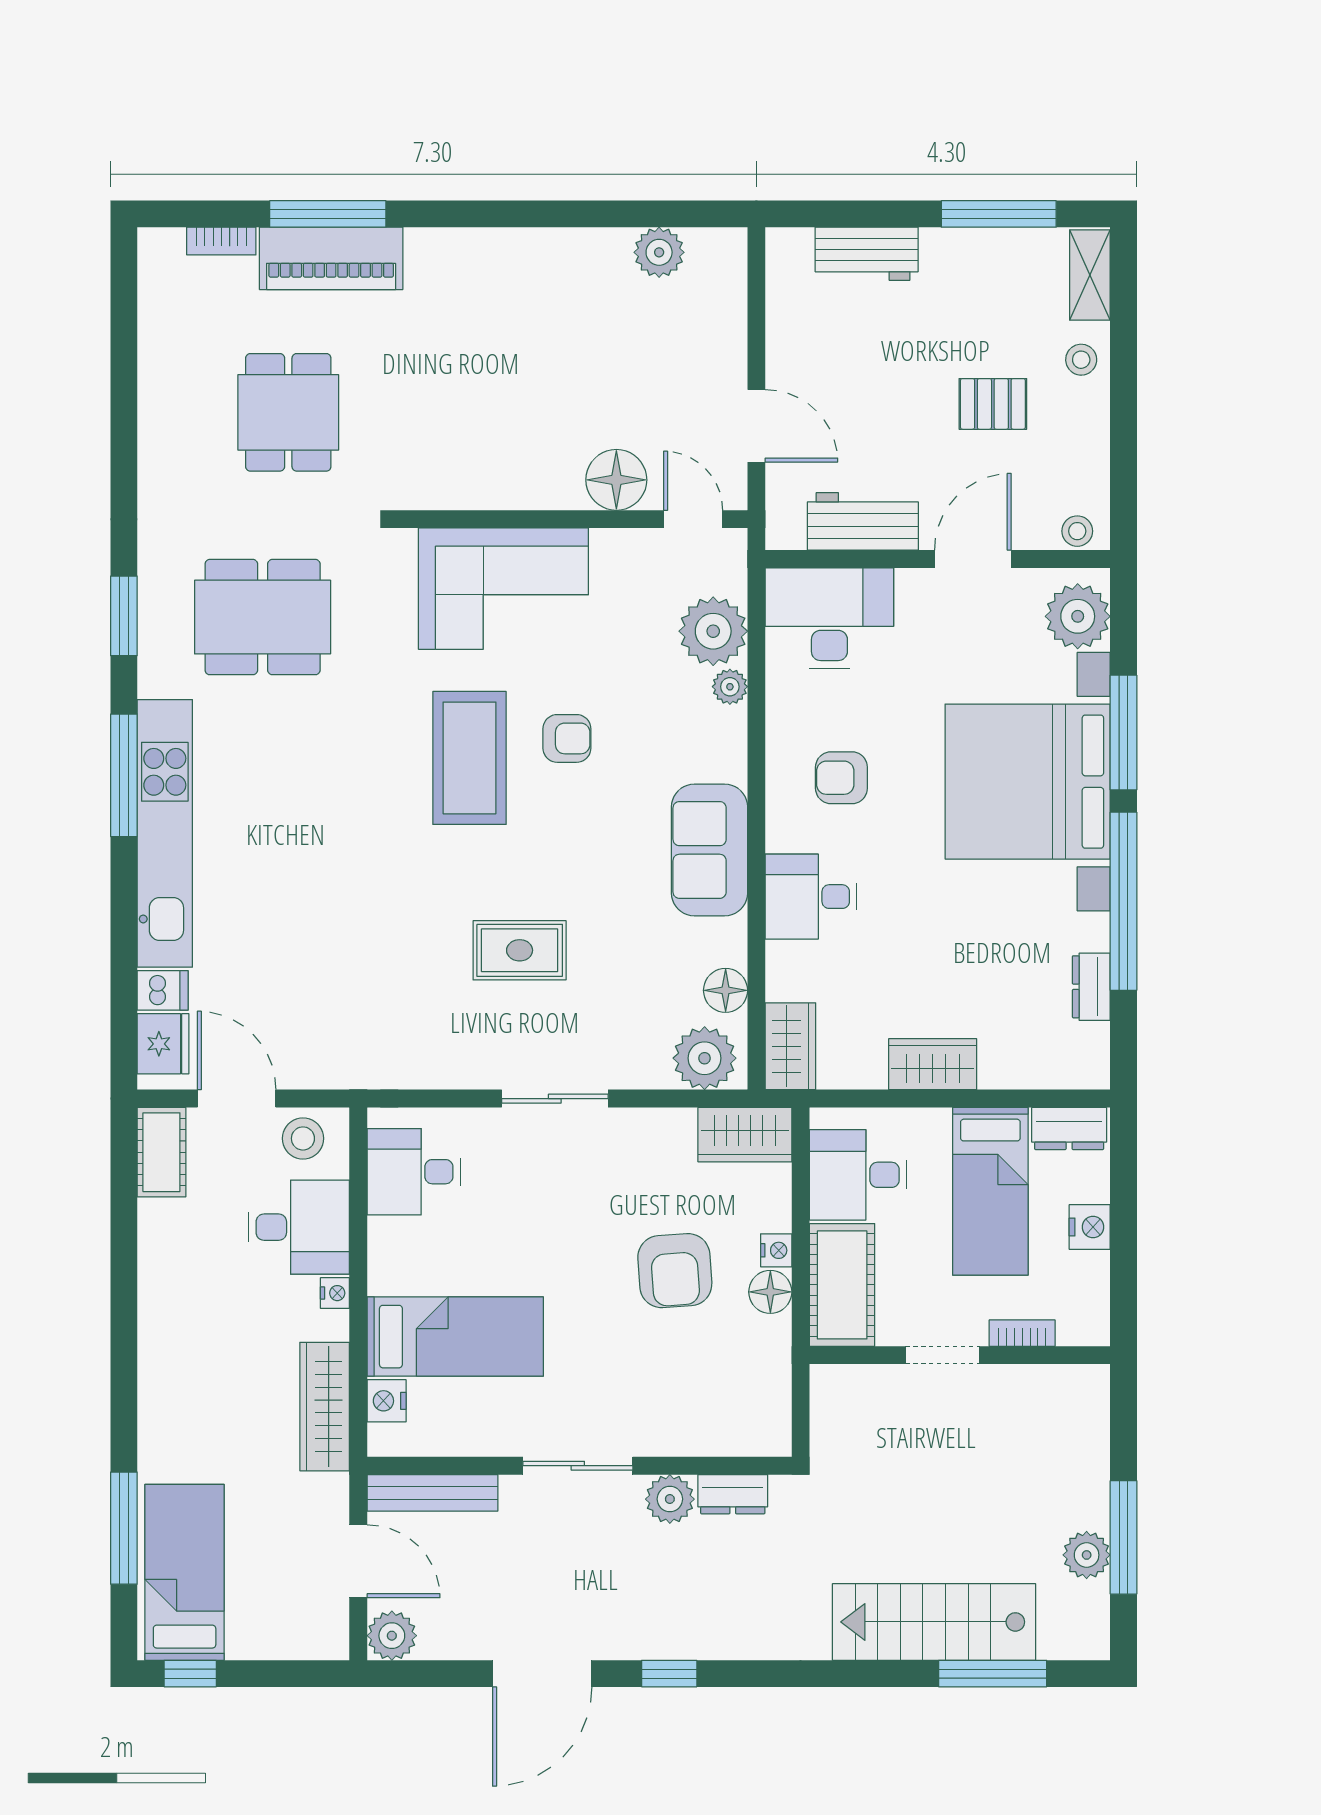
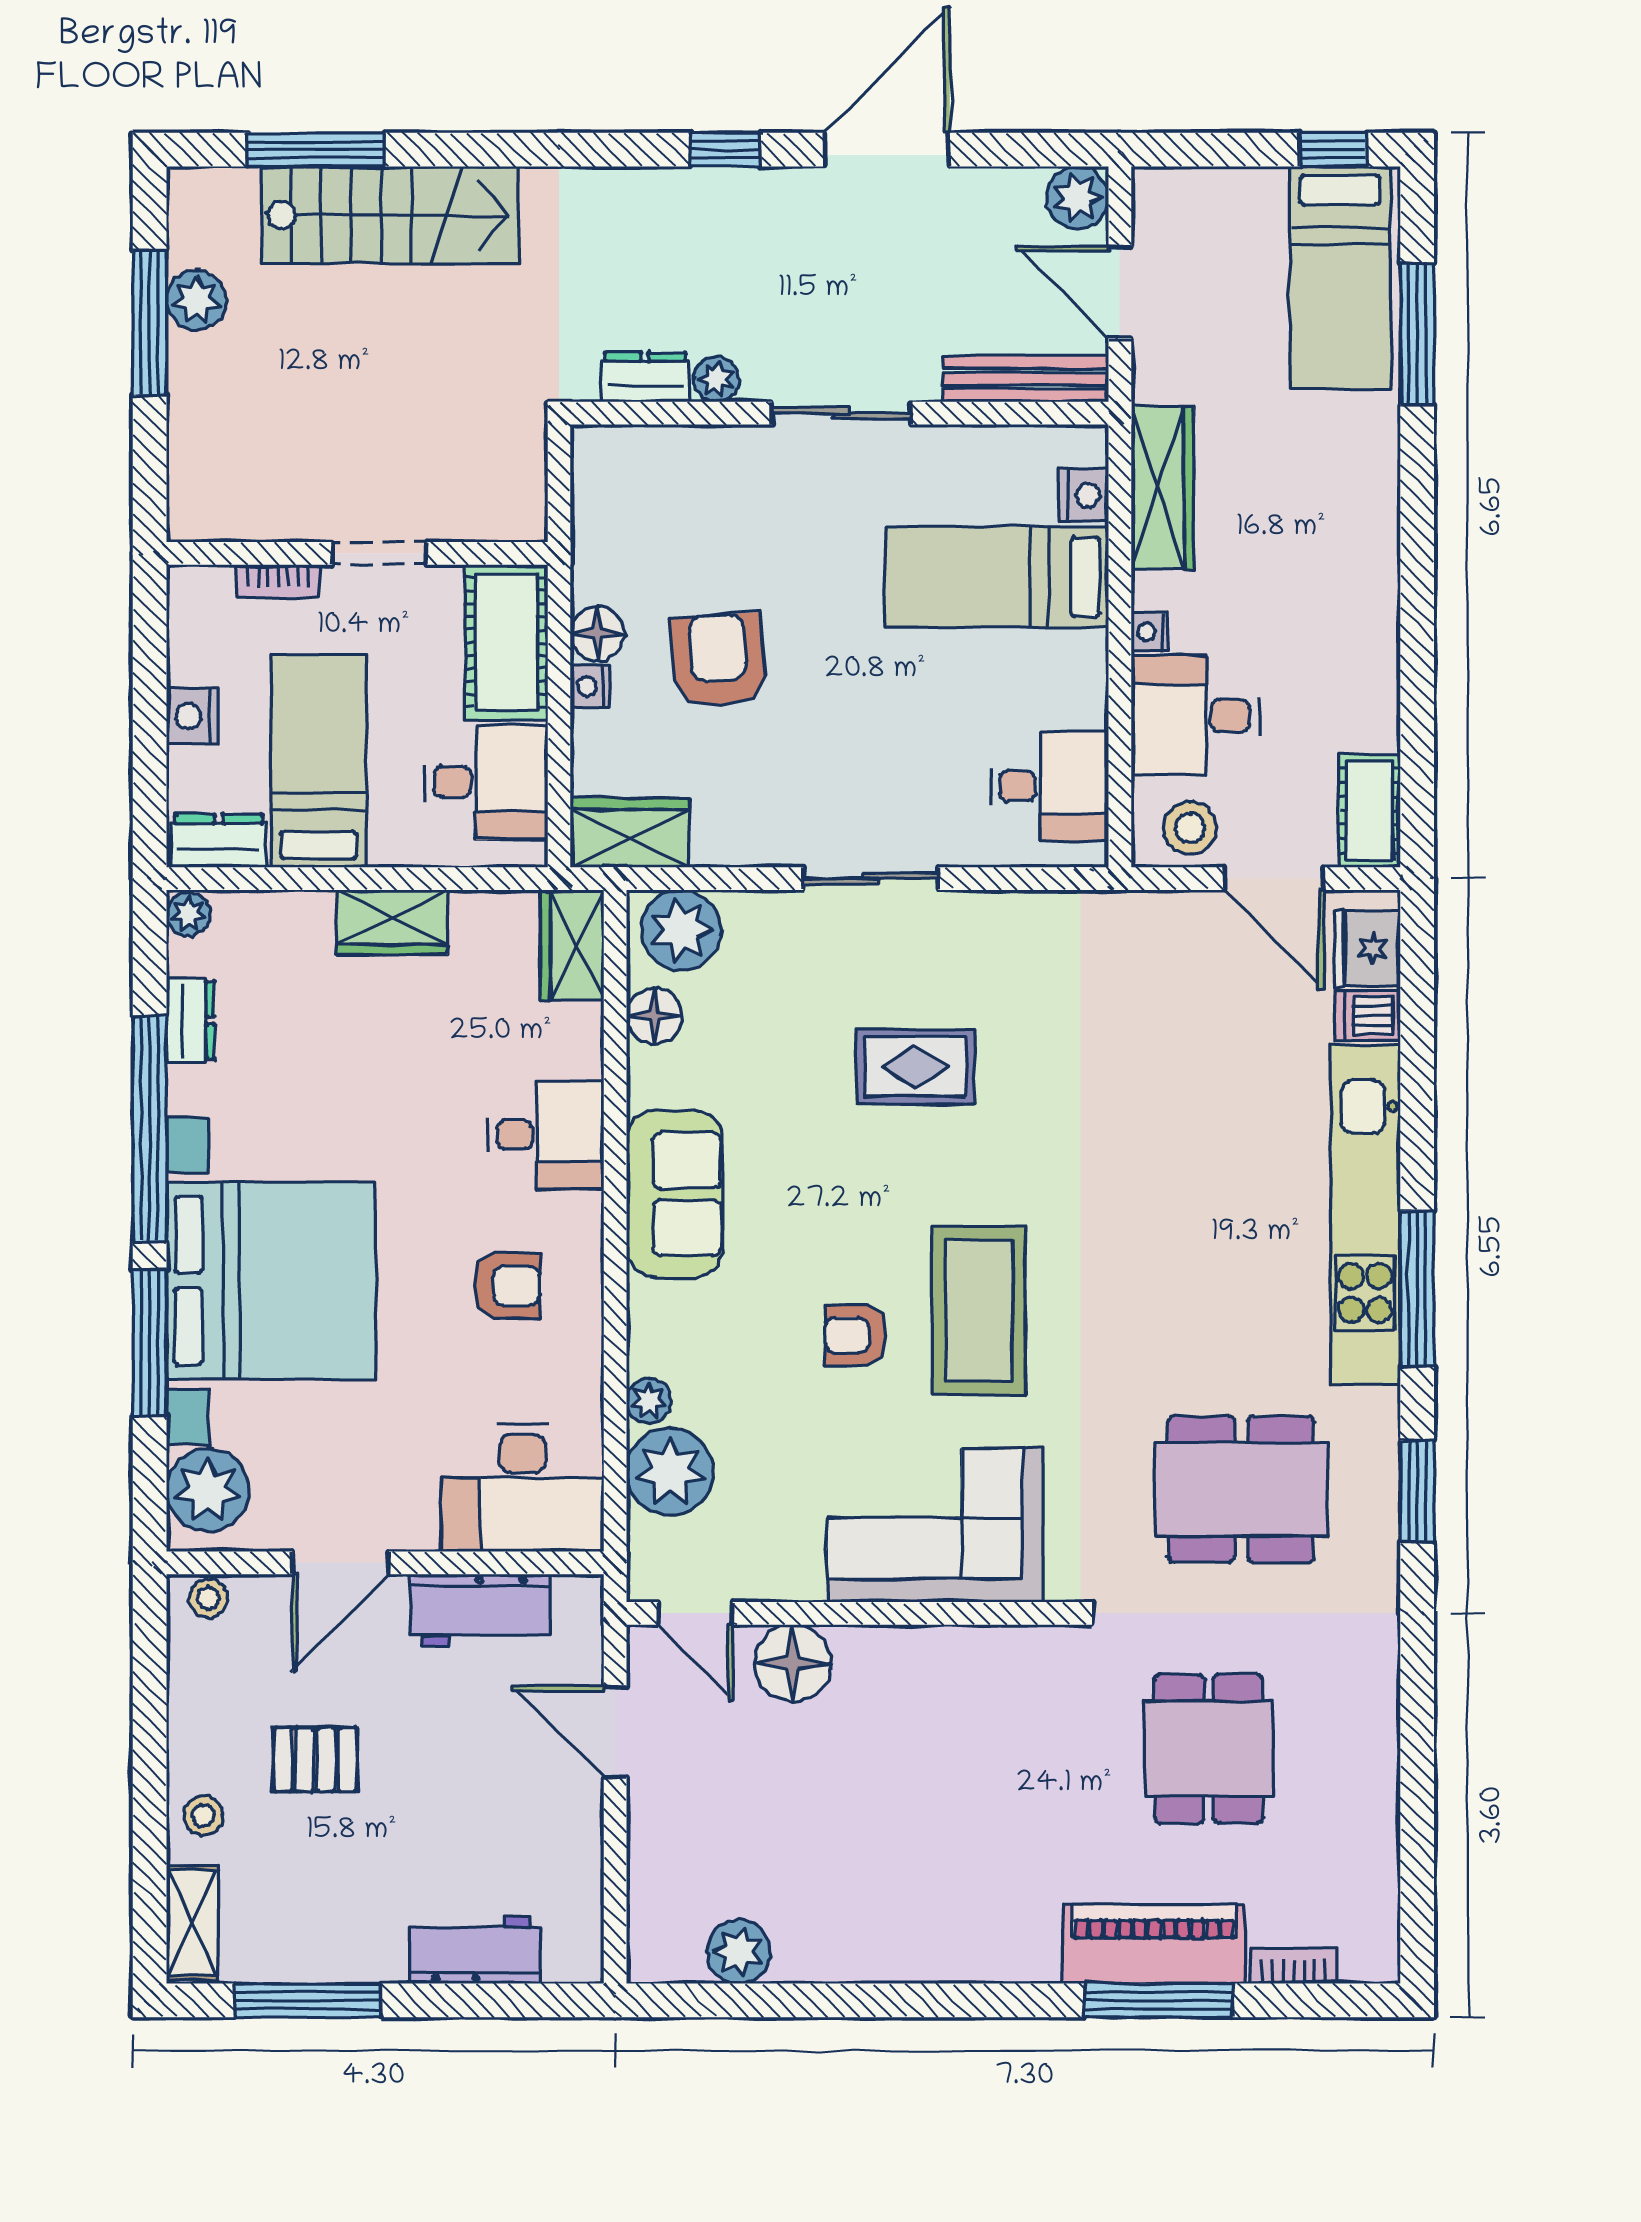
plant: (1093, 1071) -> (188, 914), added
plant: (670, 1499) -> (716, 379), width x0.73, depth x0.73

